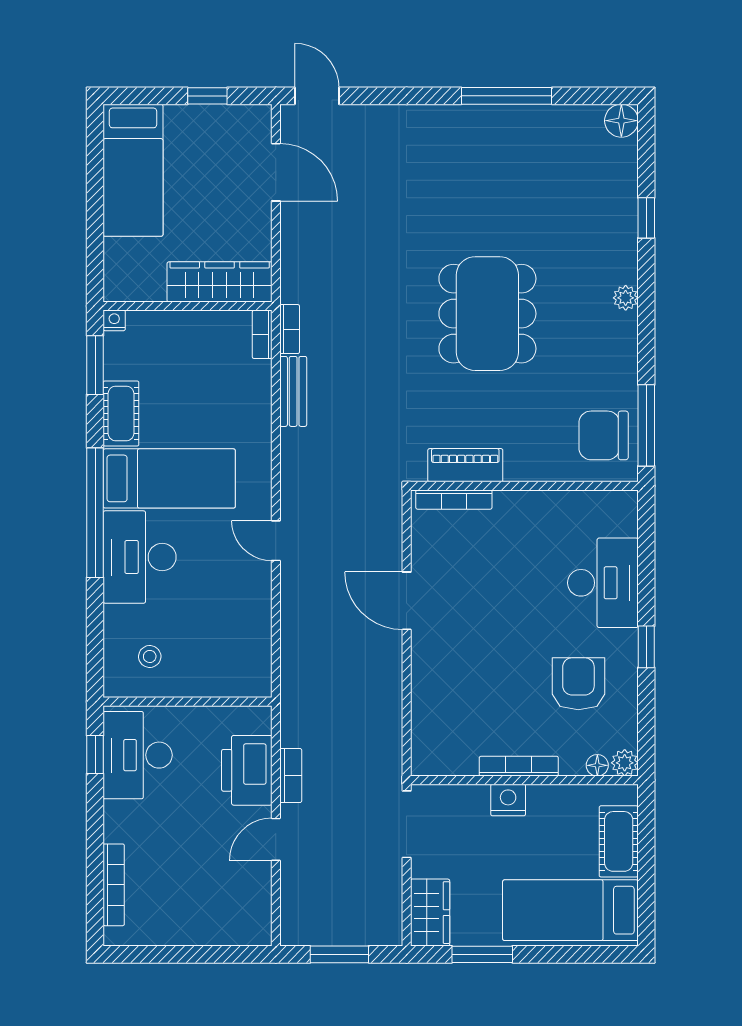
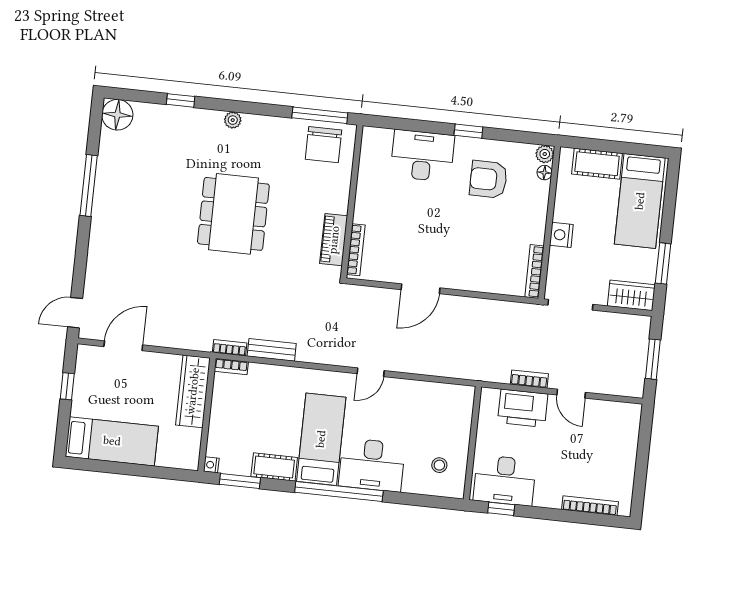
floor lamp: (621, 121) -> (117, 115), width x1.38, depth x1.38
dining table: (487, 314) -> (233, 214), turned 90
bookcase: (519, 766) -> (534, 272), moved

